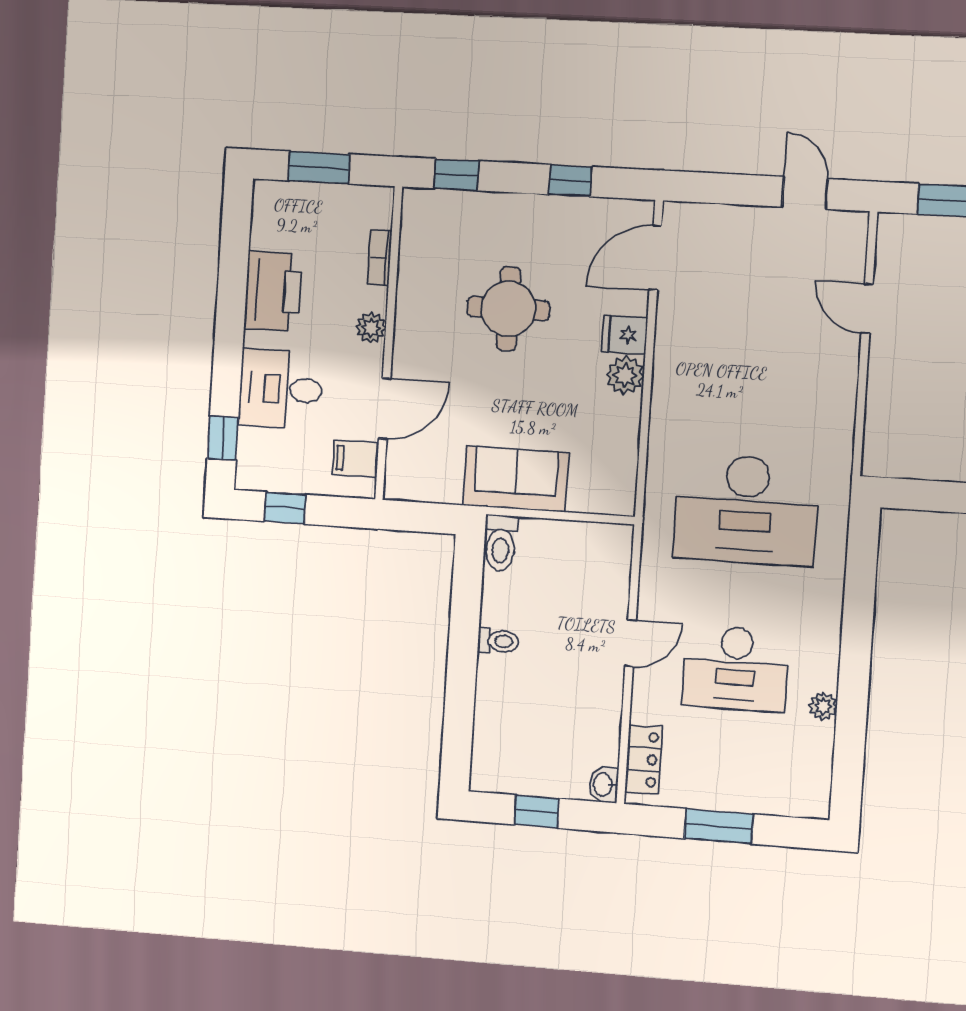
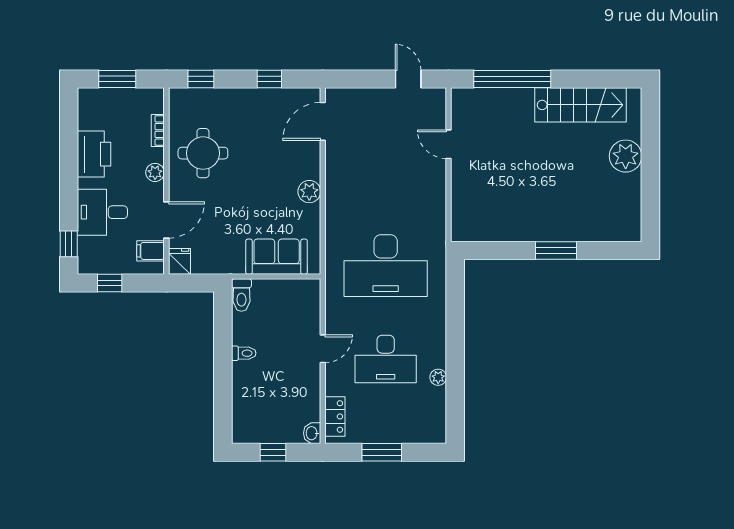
round table: (508, 309) -> (203, 153), moved
fridge: (625, 335) -> (179, 261), moved, turned 90
sofa: (516, 479) -> (277, 257), moved

